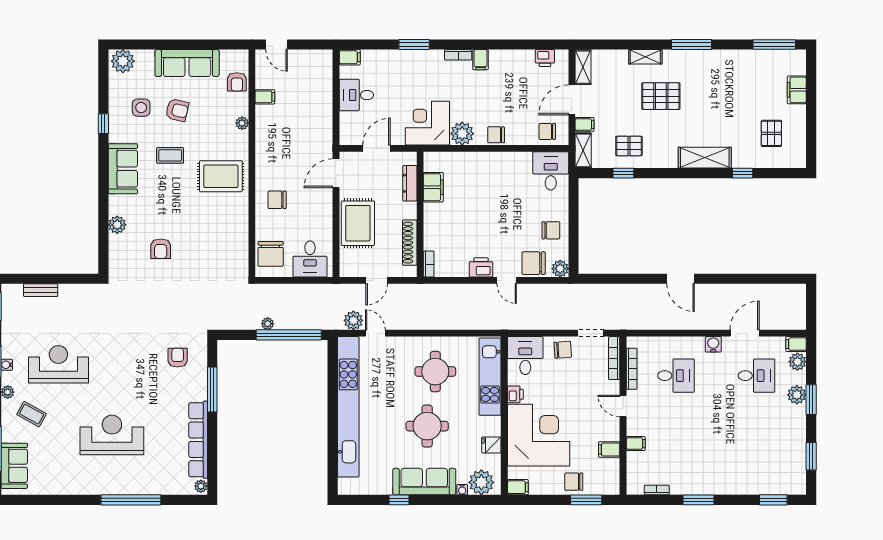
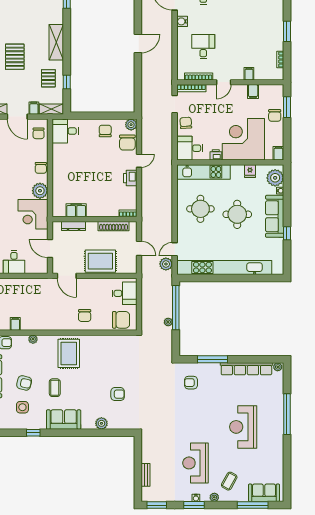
armchair: (177, 110) -> (24, 383), turned 91
shelving: (705, 158) -> (56, 42), moved

